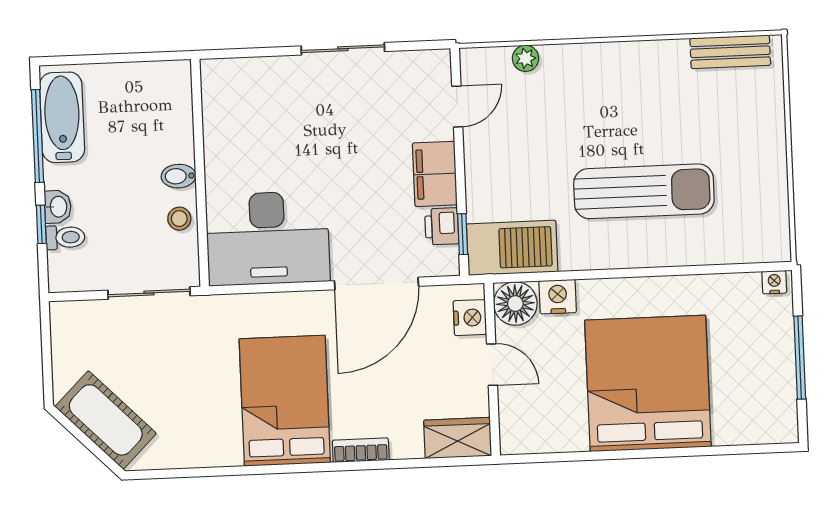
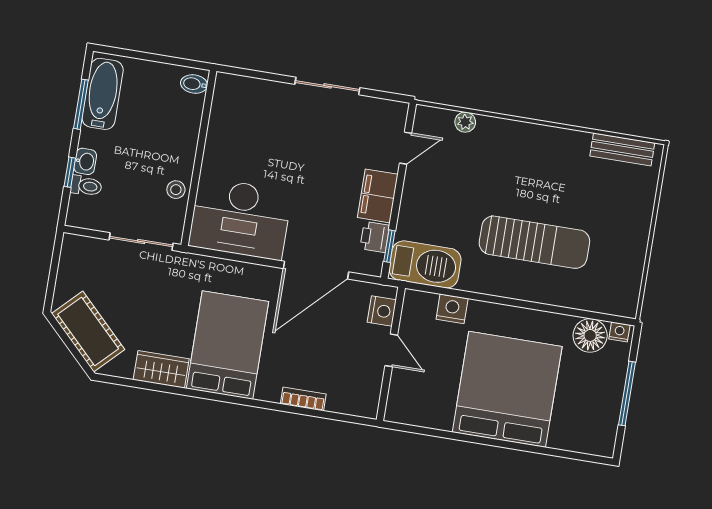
window: (38, 136) -> (81, 104), width x0.69
bidet: (179, 176) -> (194, 84), moved
floor lamp: (515, 304) -> (590, 335), moved
wardrobe: (458, 438) -> (161, 369), moved
bookcase: (361, 450) -> (303, 399), moved

